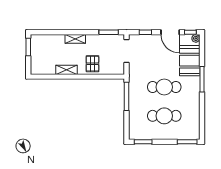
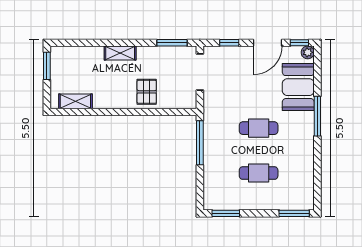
door: (170, 32) -> (268, 43), hinge flipped
shelving: (67, 70) -> (75, 101), moved
cafe table: (164, 87) -> (259, 128), width x0.73, depth x0.74
cafe table: (164, 116) -> (259, 173), width x0.73, depth x0.74

